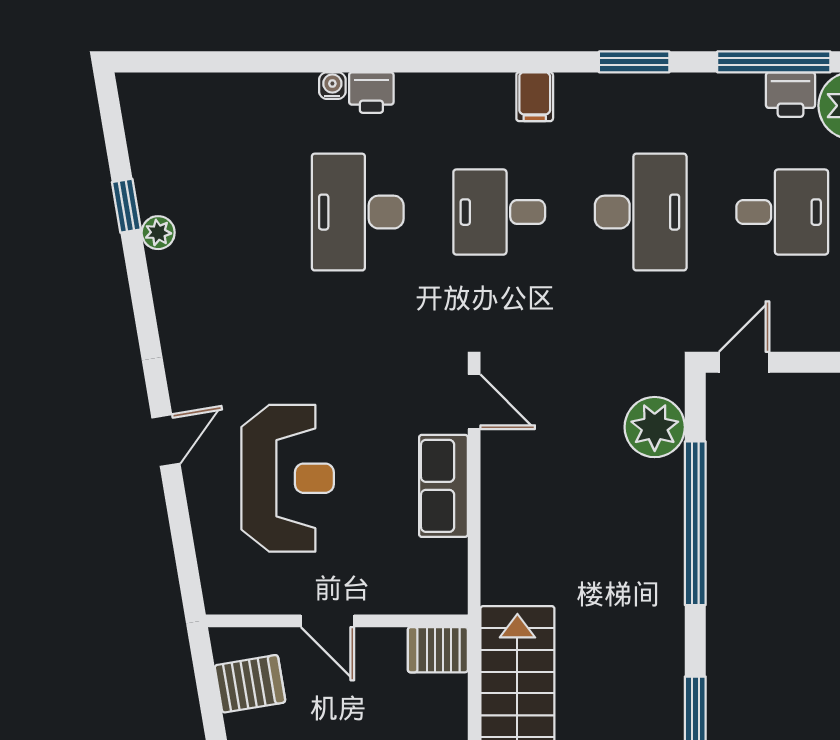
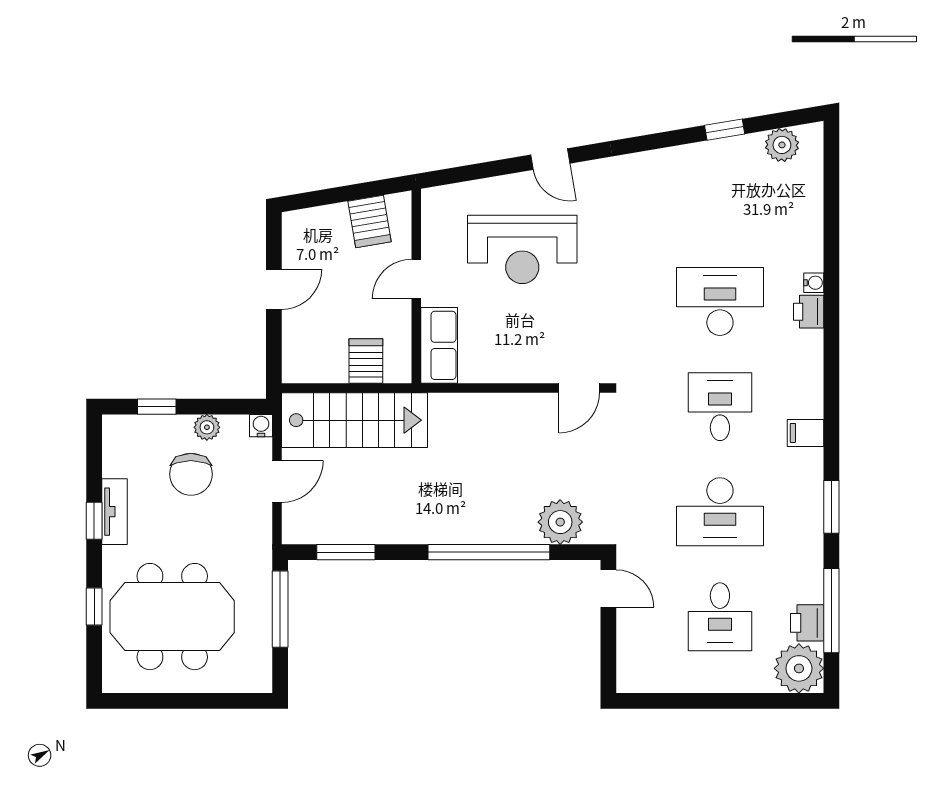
plant: (158, 233) -> (782, 145), moved, width x1.38, depth x1.38
row of seats: (443, 486) -> (439, 345), moved, turned 90
server rack: (438, 650) -> (366, 361), moved

